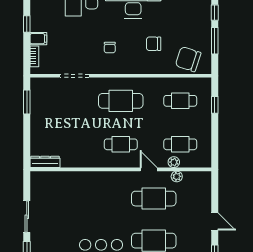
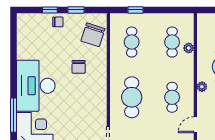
window: (215, 41) -> (76, 10), width x0.67
chair: (110, 48) -> (58, 22), moved
door: (149, 169) -> (195, 125), moved
plant: (177, 176) -> (202, 87), moved

